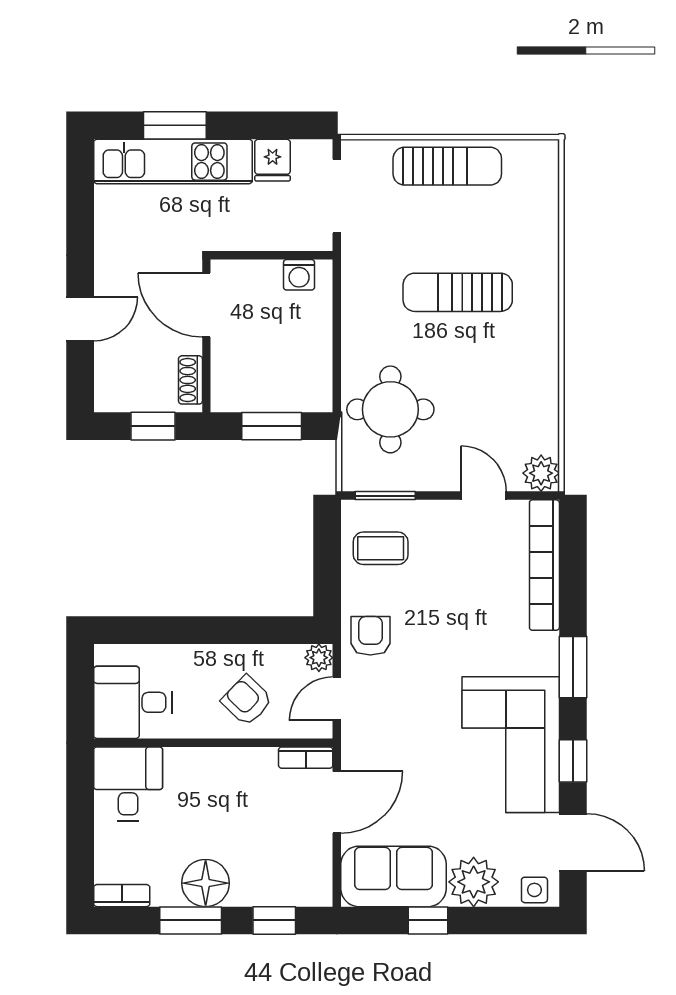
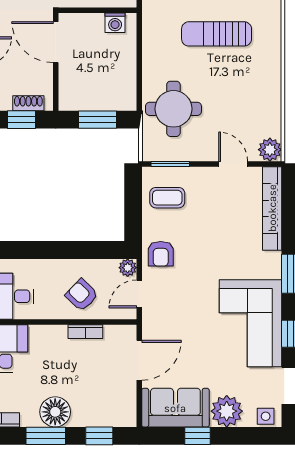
shoe rack: (190, 380) -> (28, 103), moved, turned 90
armchair: (370, 636) -> (161, 254), turned 180
bookcase: (306, 758) -> (85, 332), moved

